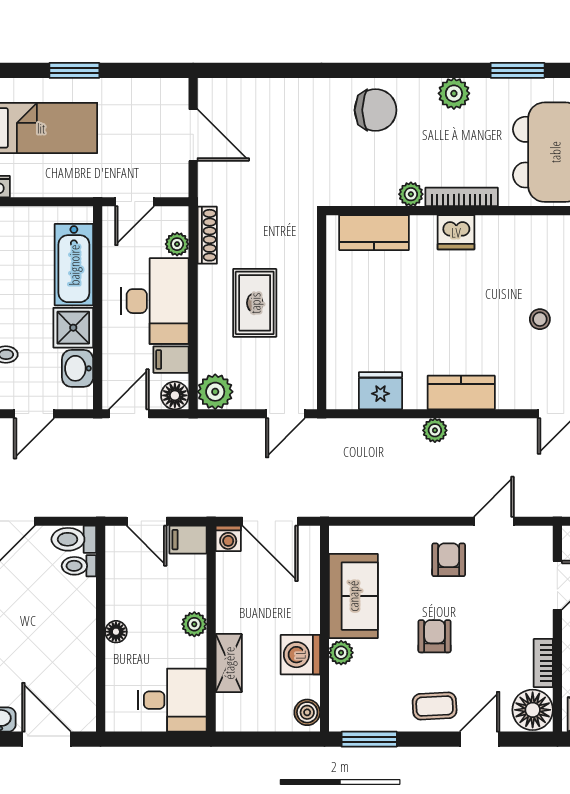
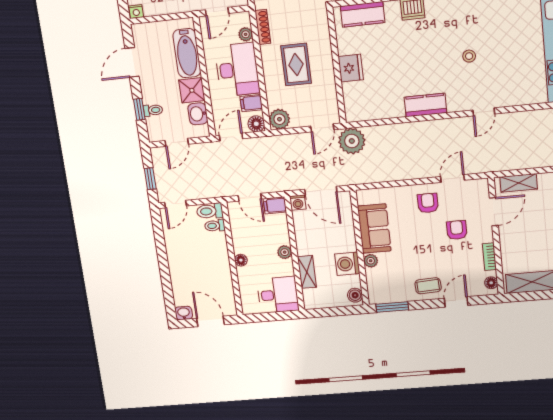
fridge: (380, 391) -> (351, 68), moved, turned 90
plant: (435, 430) -> (352, 141), moved, width x1.88, depth x1.88
armchair: (435, 636) -> (457, 230), moved
floor lamp: (533, 710) -> (491, 283), width x0.53, depth x0.53

